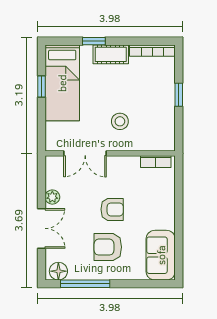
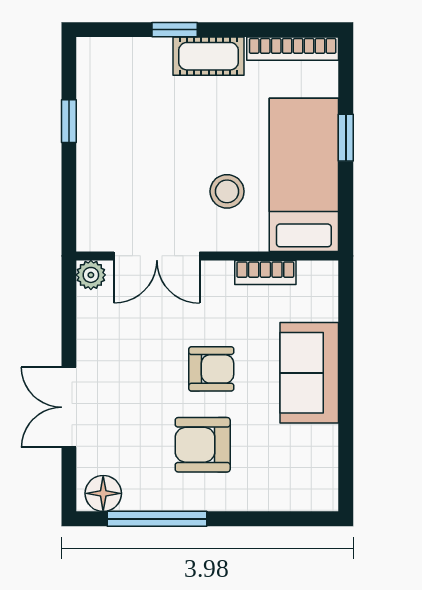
bed: (62, 83) -> (304, 175), moved, turned 180
bookcase: (156, 162) -> (265, 272), moved
plant: (52, 197) -> (91, 275), moved
double door: (41, 228) -> (69, 407), swing flipped
sofa: (161, 255) -> (309, 373), moved

